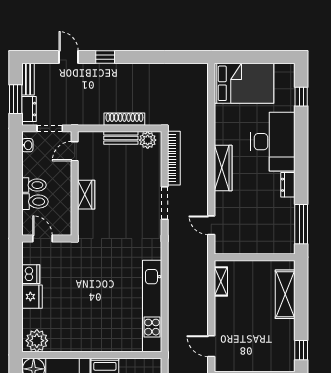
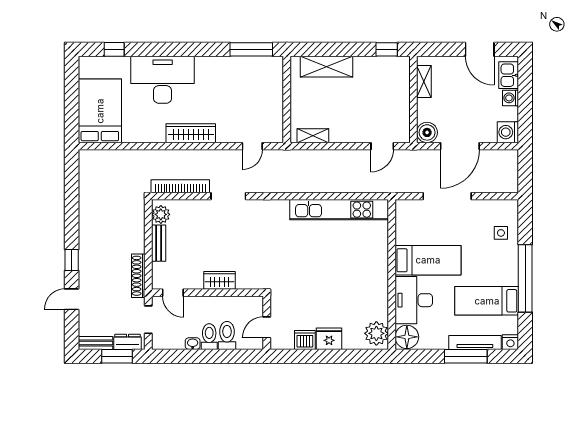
shoe rack: (124, 119) -> (138, 276), moved
washbasin: (27, 145) -> (193, 344), moved
dresser: (288, 185) -> (209, 64), removed

